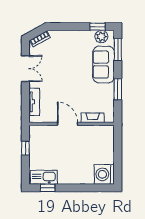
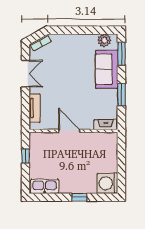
window: (98, 27) -> (100, 30), removed
fireplace: (93, 118) -> (106, 125), moved
window: (48, 188) -> (79, 197), moved

